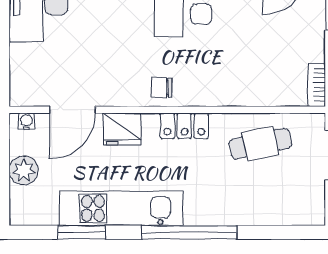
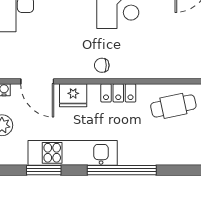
door: (72, 110) -> (37, 81), hinge flipped

